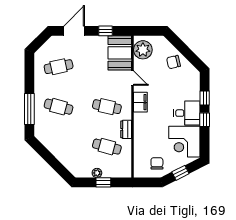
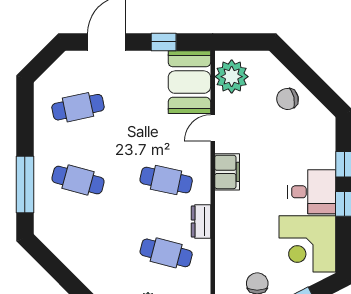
door: (132, 78) -> (213, 128), swing flipped

